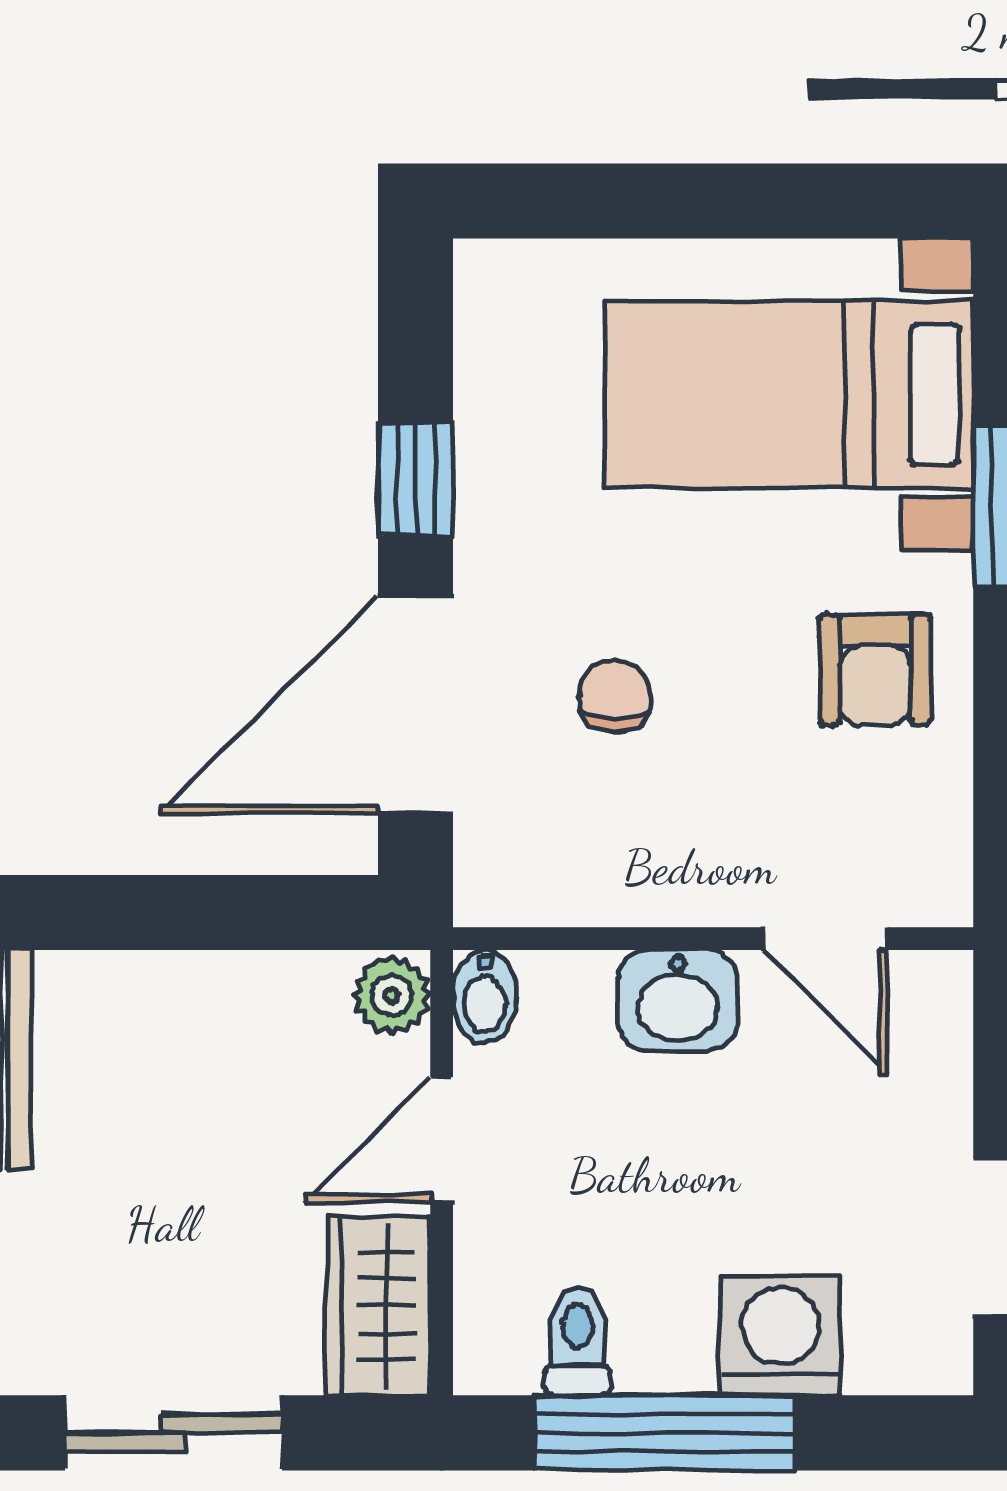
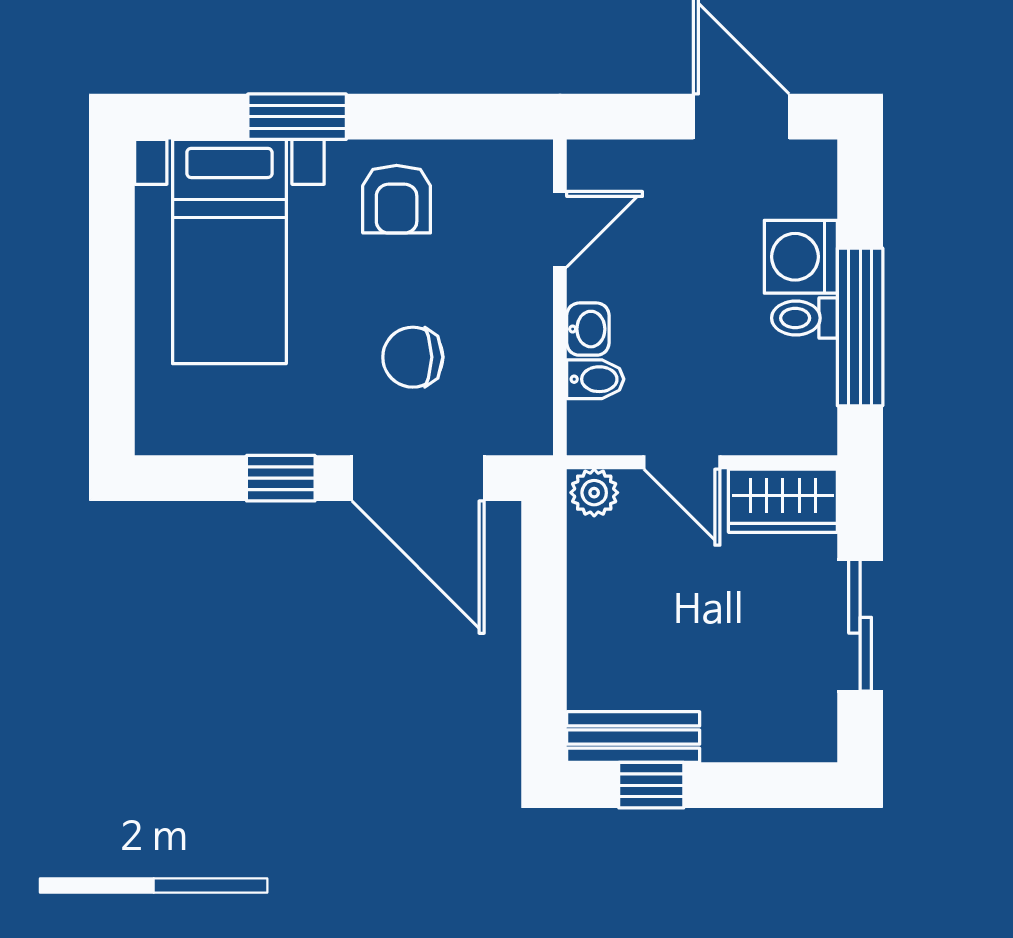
armchair: (875, 670) -> (397, 199), turned 90
chair: (615, 696) -> (413, 357), width x1.37, depth x1.37
bidet: (485, 997) -> (595, 379), moved
washbasin: (678, 1000) -> (588, 329), width x0.72, depth x0.69
toilet: (578, 1341) -> (804, 318), moved

